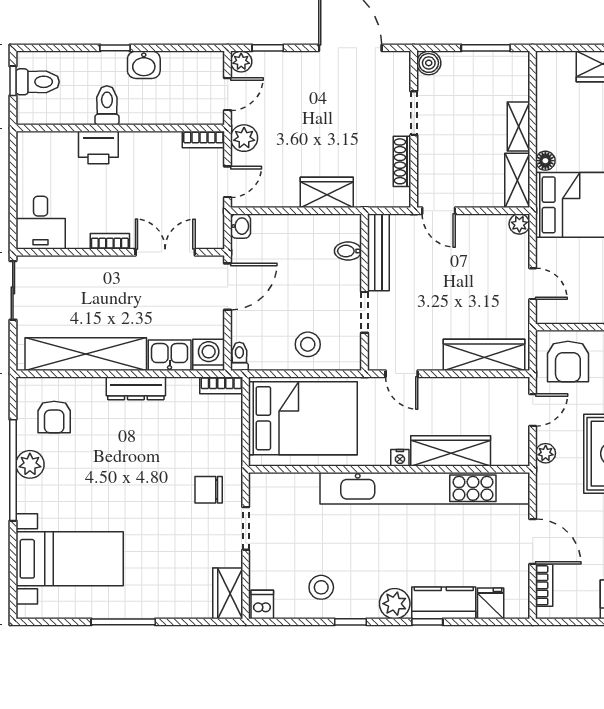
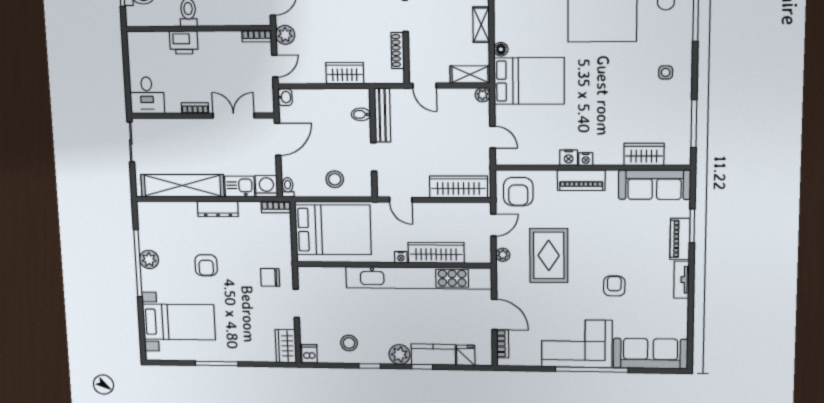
shelving: (517, 180) -> (470, 74), moved, turned 90
armchair: (54, 417) -> (206, 265), moved

